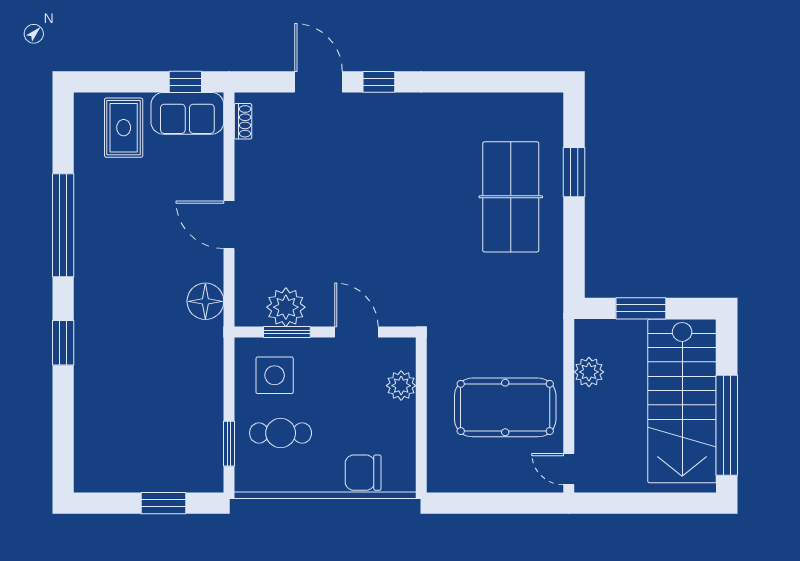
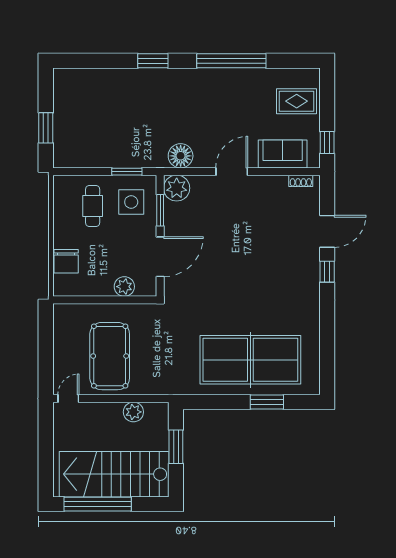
sofa: (187, 113) -> (283, 154), moved, turned 90
table tennis table: (511, 197) -> (250, 360), width x1.36, depth x1.32
plant: (286, 307) -> (177, 188), moved
door: (356, 332) -> (160, 257), width x1.36
window: (229, 444) -> (127, 172), moved
chair: (363, 473) -> (66, 261), turned 180

